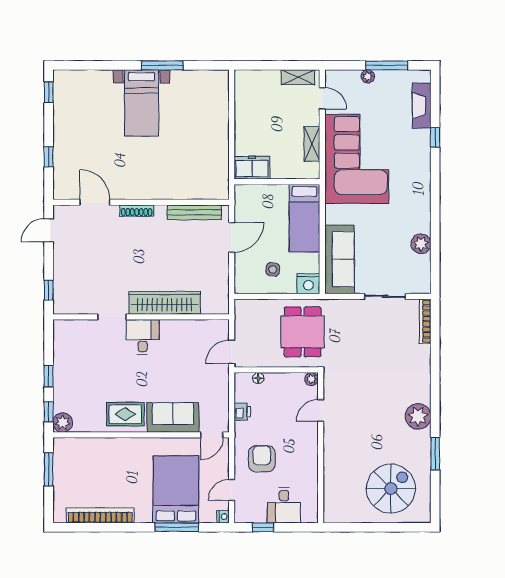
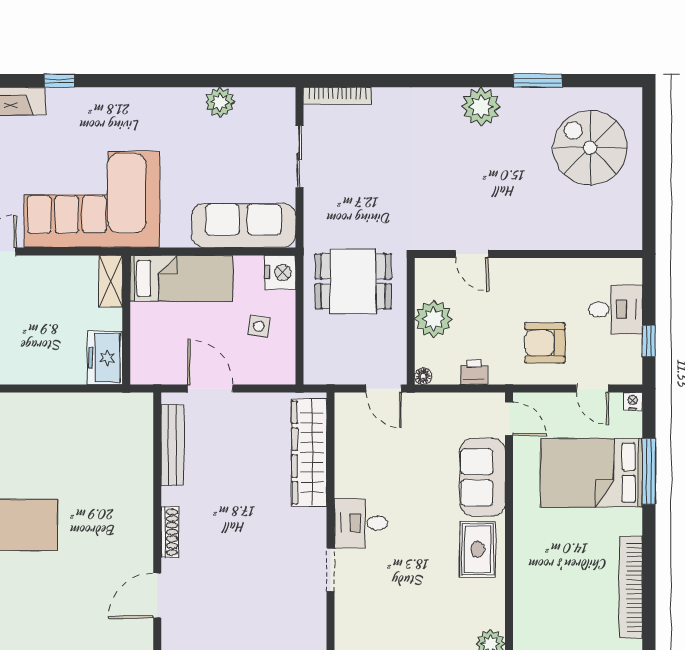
shelving: (312, 144) -> (110, 282), moved, turned 90
wardrobe: (165, 303) -> (309, 453), moved
floor lamp: (258, 378) -> (423, 376), moved
plant: (311, 379) -> (433, 319), moved, width x1.87, depth x1.87

